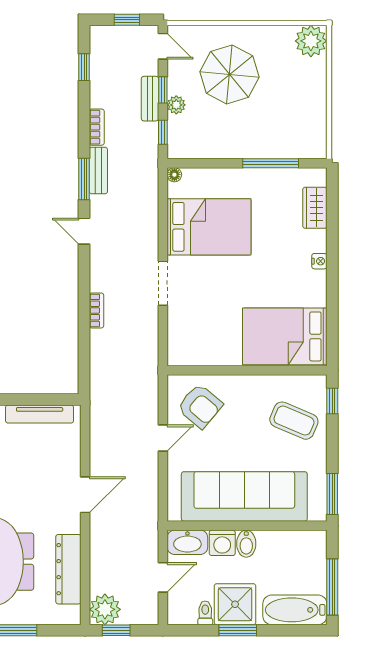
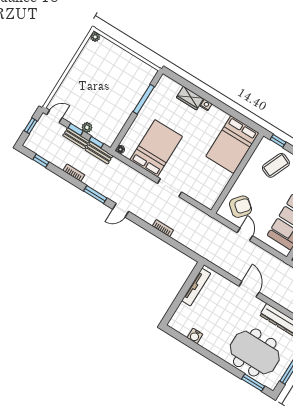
plant: (311, 41) -> (95, 37), width x0.53, depth x0.53
parasol: (229, 74) -> (88, 92), removed
bench: (98, 171) -> (99, 153), moved
wardrobe: (315, 208) -> (190, 98), moved

